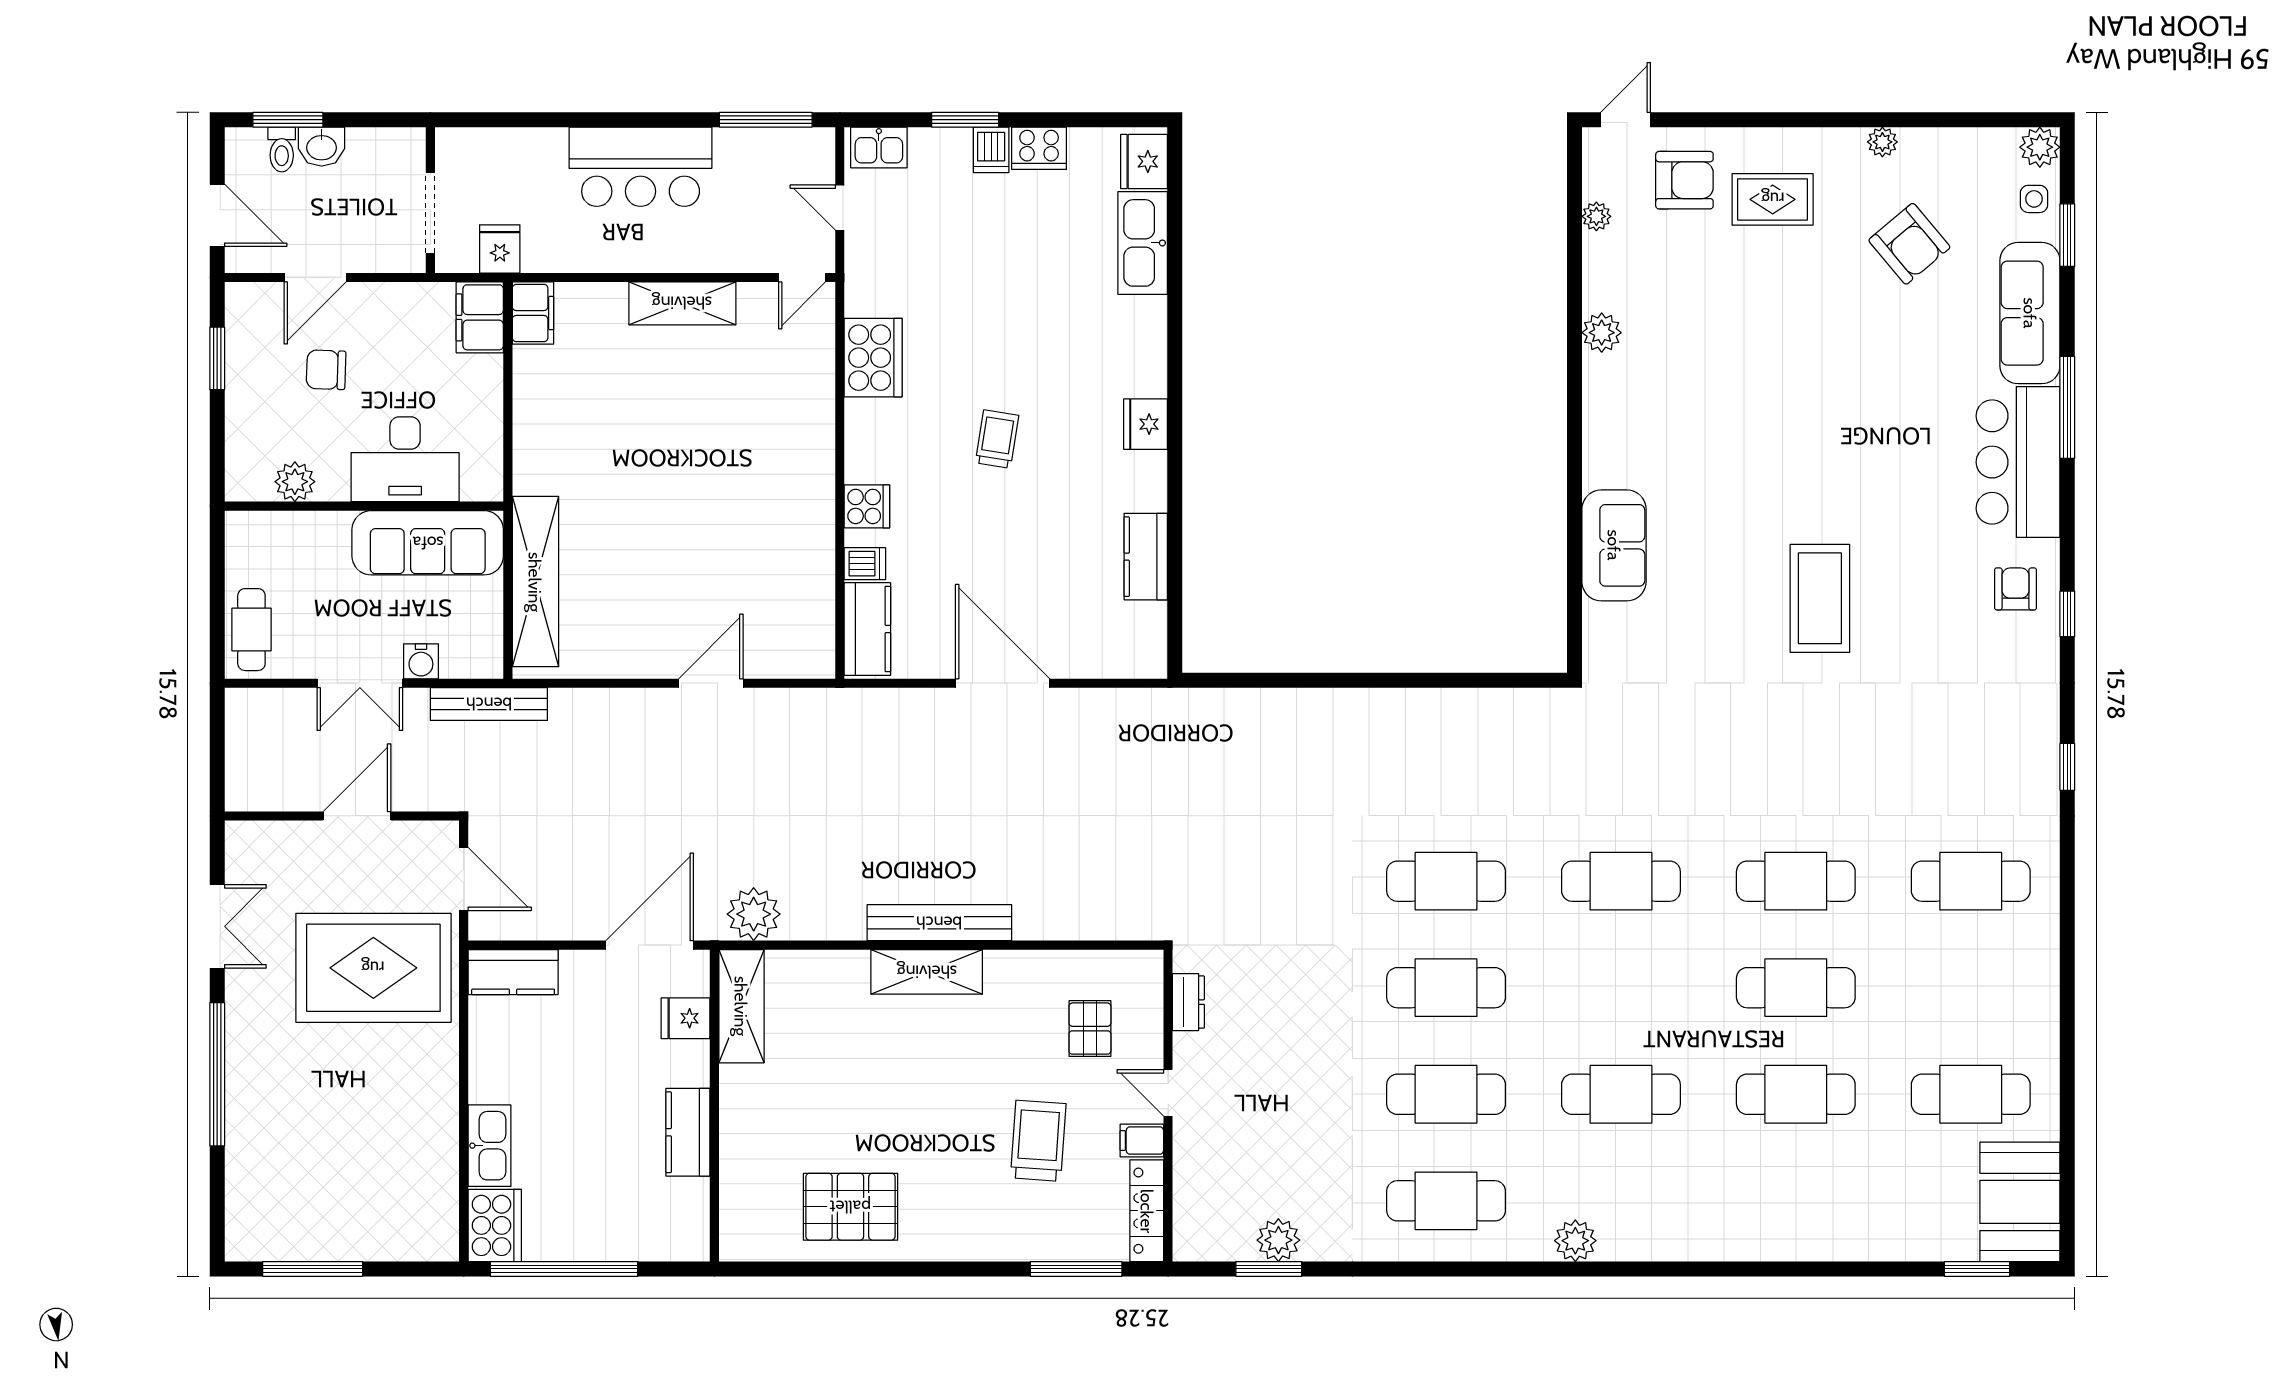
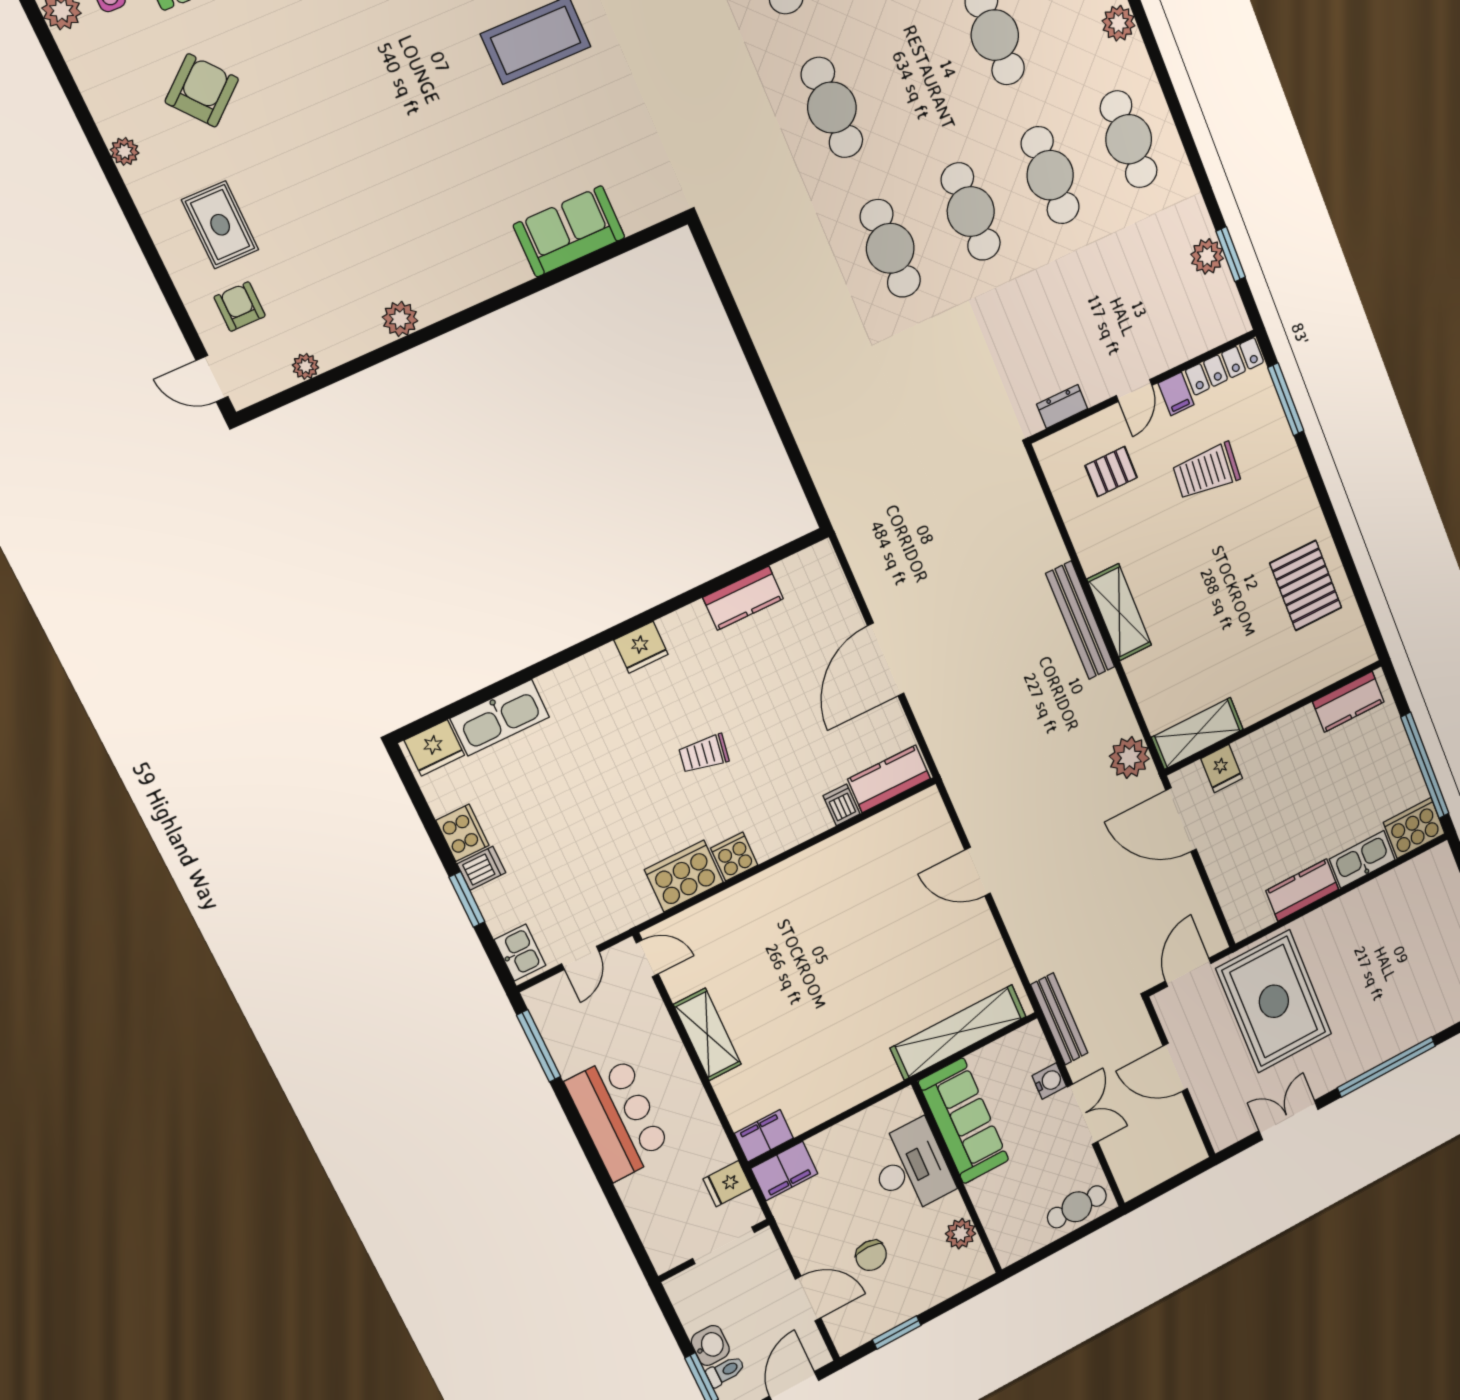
armchair: (1684, 180) -> (240, 307), width x0.72, depth x0.72
cooker: (867, 506) -> (734, 857), moved
kitchen counter: (513, 972) -> (1302, 890), moved, turned -90
kitchen counter: (688, 1132) -> (1348, 702), moved

